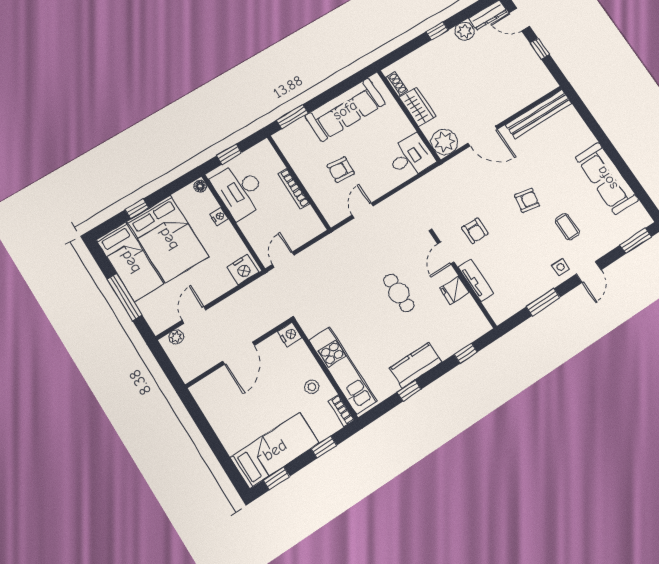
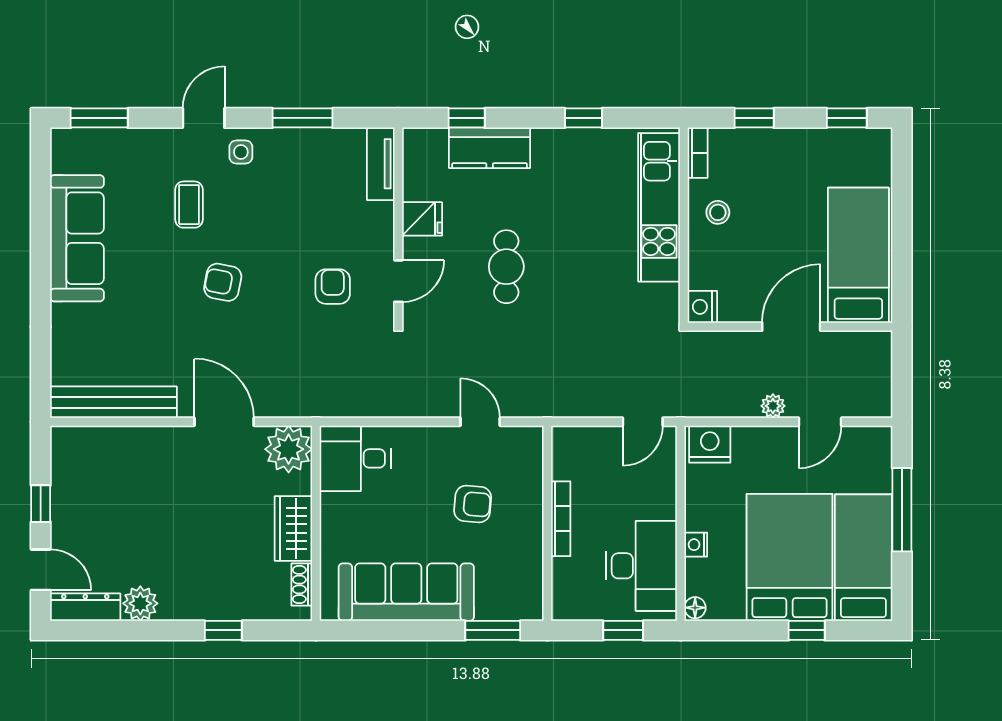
window: (437, 31) -> (223, 630), moved
door: (363, 211) -> (480, 422), swing flipped
tv unit: (476, 280) -> (381, 164), moved
plant: (176, 337) -> (773, 406), moved
kitchen counter: (416, 365) -> (490, 148), moved
bed: (275, 450) -> (858, 255), moved, turned 90

